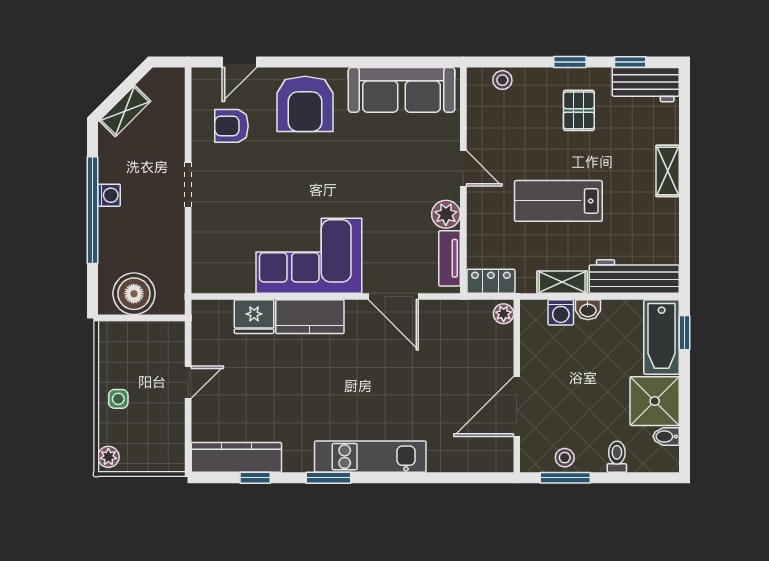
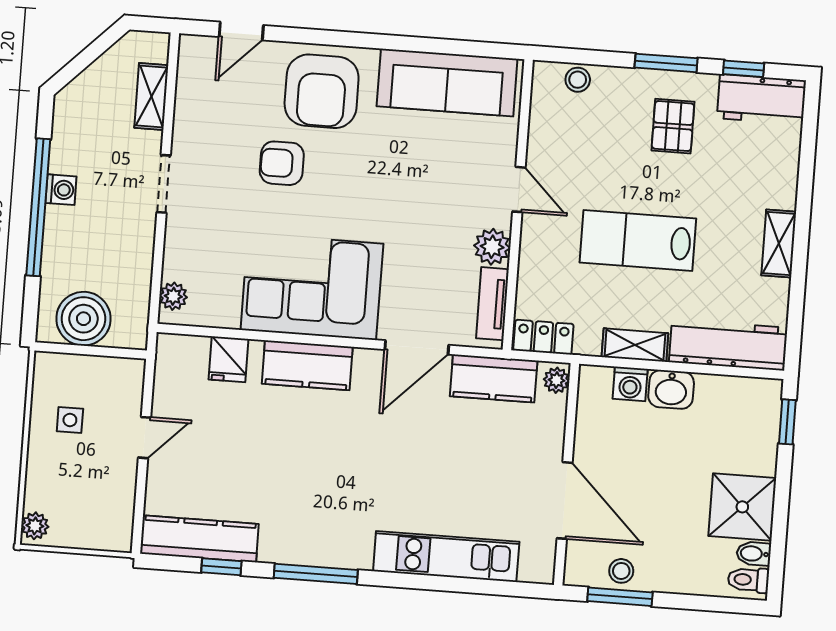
window: (570, 62) -> (666, 63), width x1.50
shelving: (125, 111) -> (151, 97), moved, turned -45
armchair: (232, 126) -> (282, 163), moved
shelving: (668, 171) -> (779, 244), moved
plant: (202, 271) -> (173, 296), added
door: (393, 297) -> (417, 347), hinge flipped
washbasin: (588, 310) -> (671, 389), width x1.38, depth x1.45
kitchen counter: (455, 316) -> (494, 378), added
fridge: (254, 317) -> (229, 359), width x0.72
bathtub: (662, 337) -> (757, 425), removed
side table: (118, 399) -> (70, 420), moved
door: (517, 406) -> (565, 500), swing flipped
kitchen unit: (370, 457) -> (446, 557), moved
toilet: (617, 457) -> (748, 580), moved, turned -90
window: (329, 478) -> (316, 574), width x1.44

